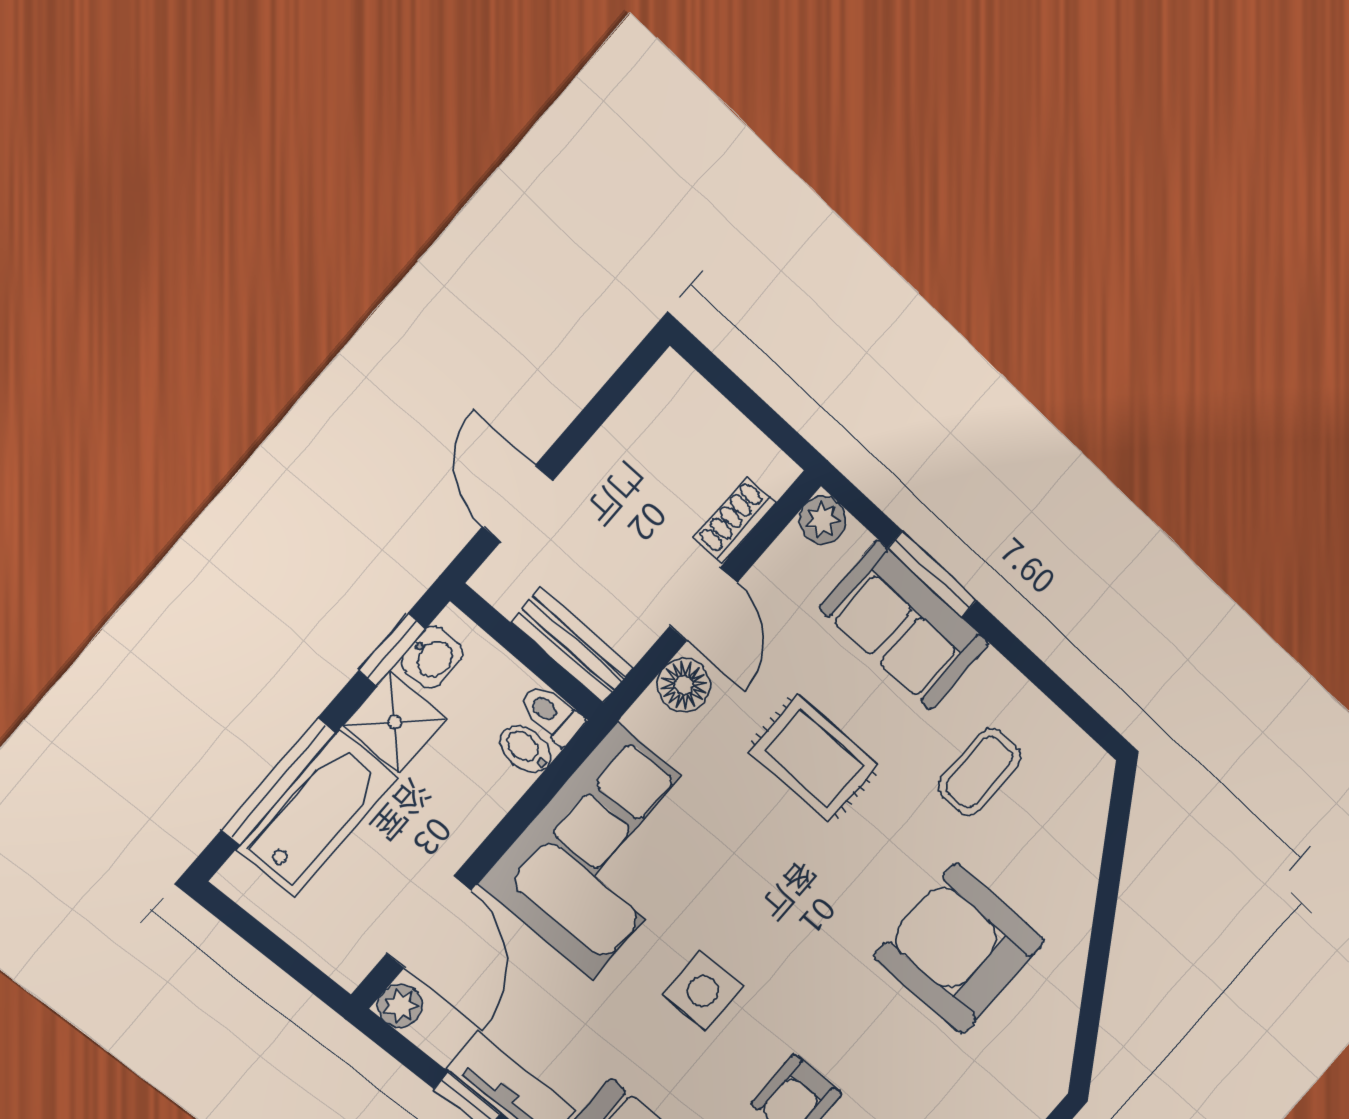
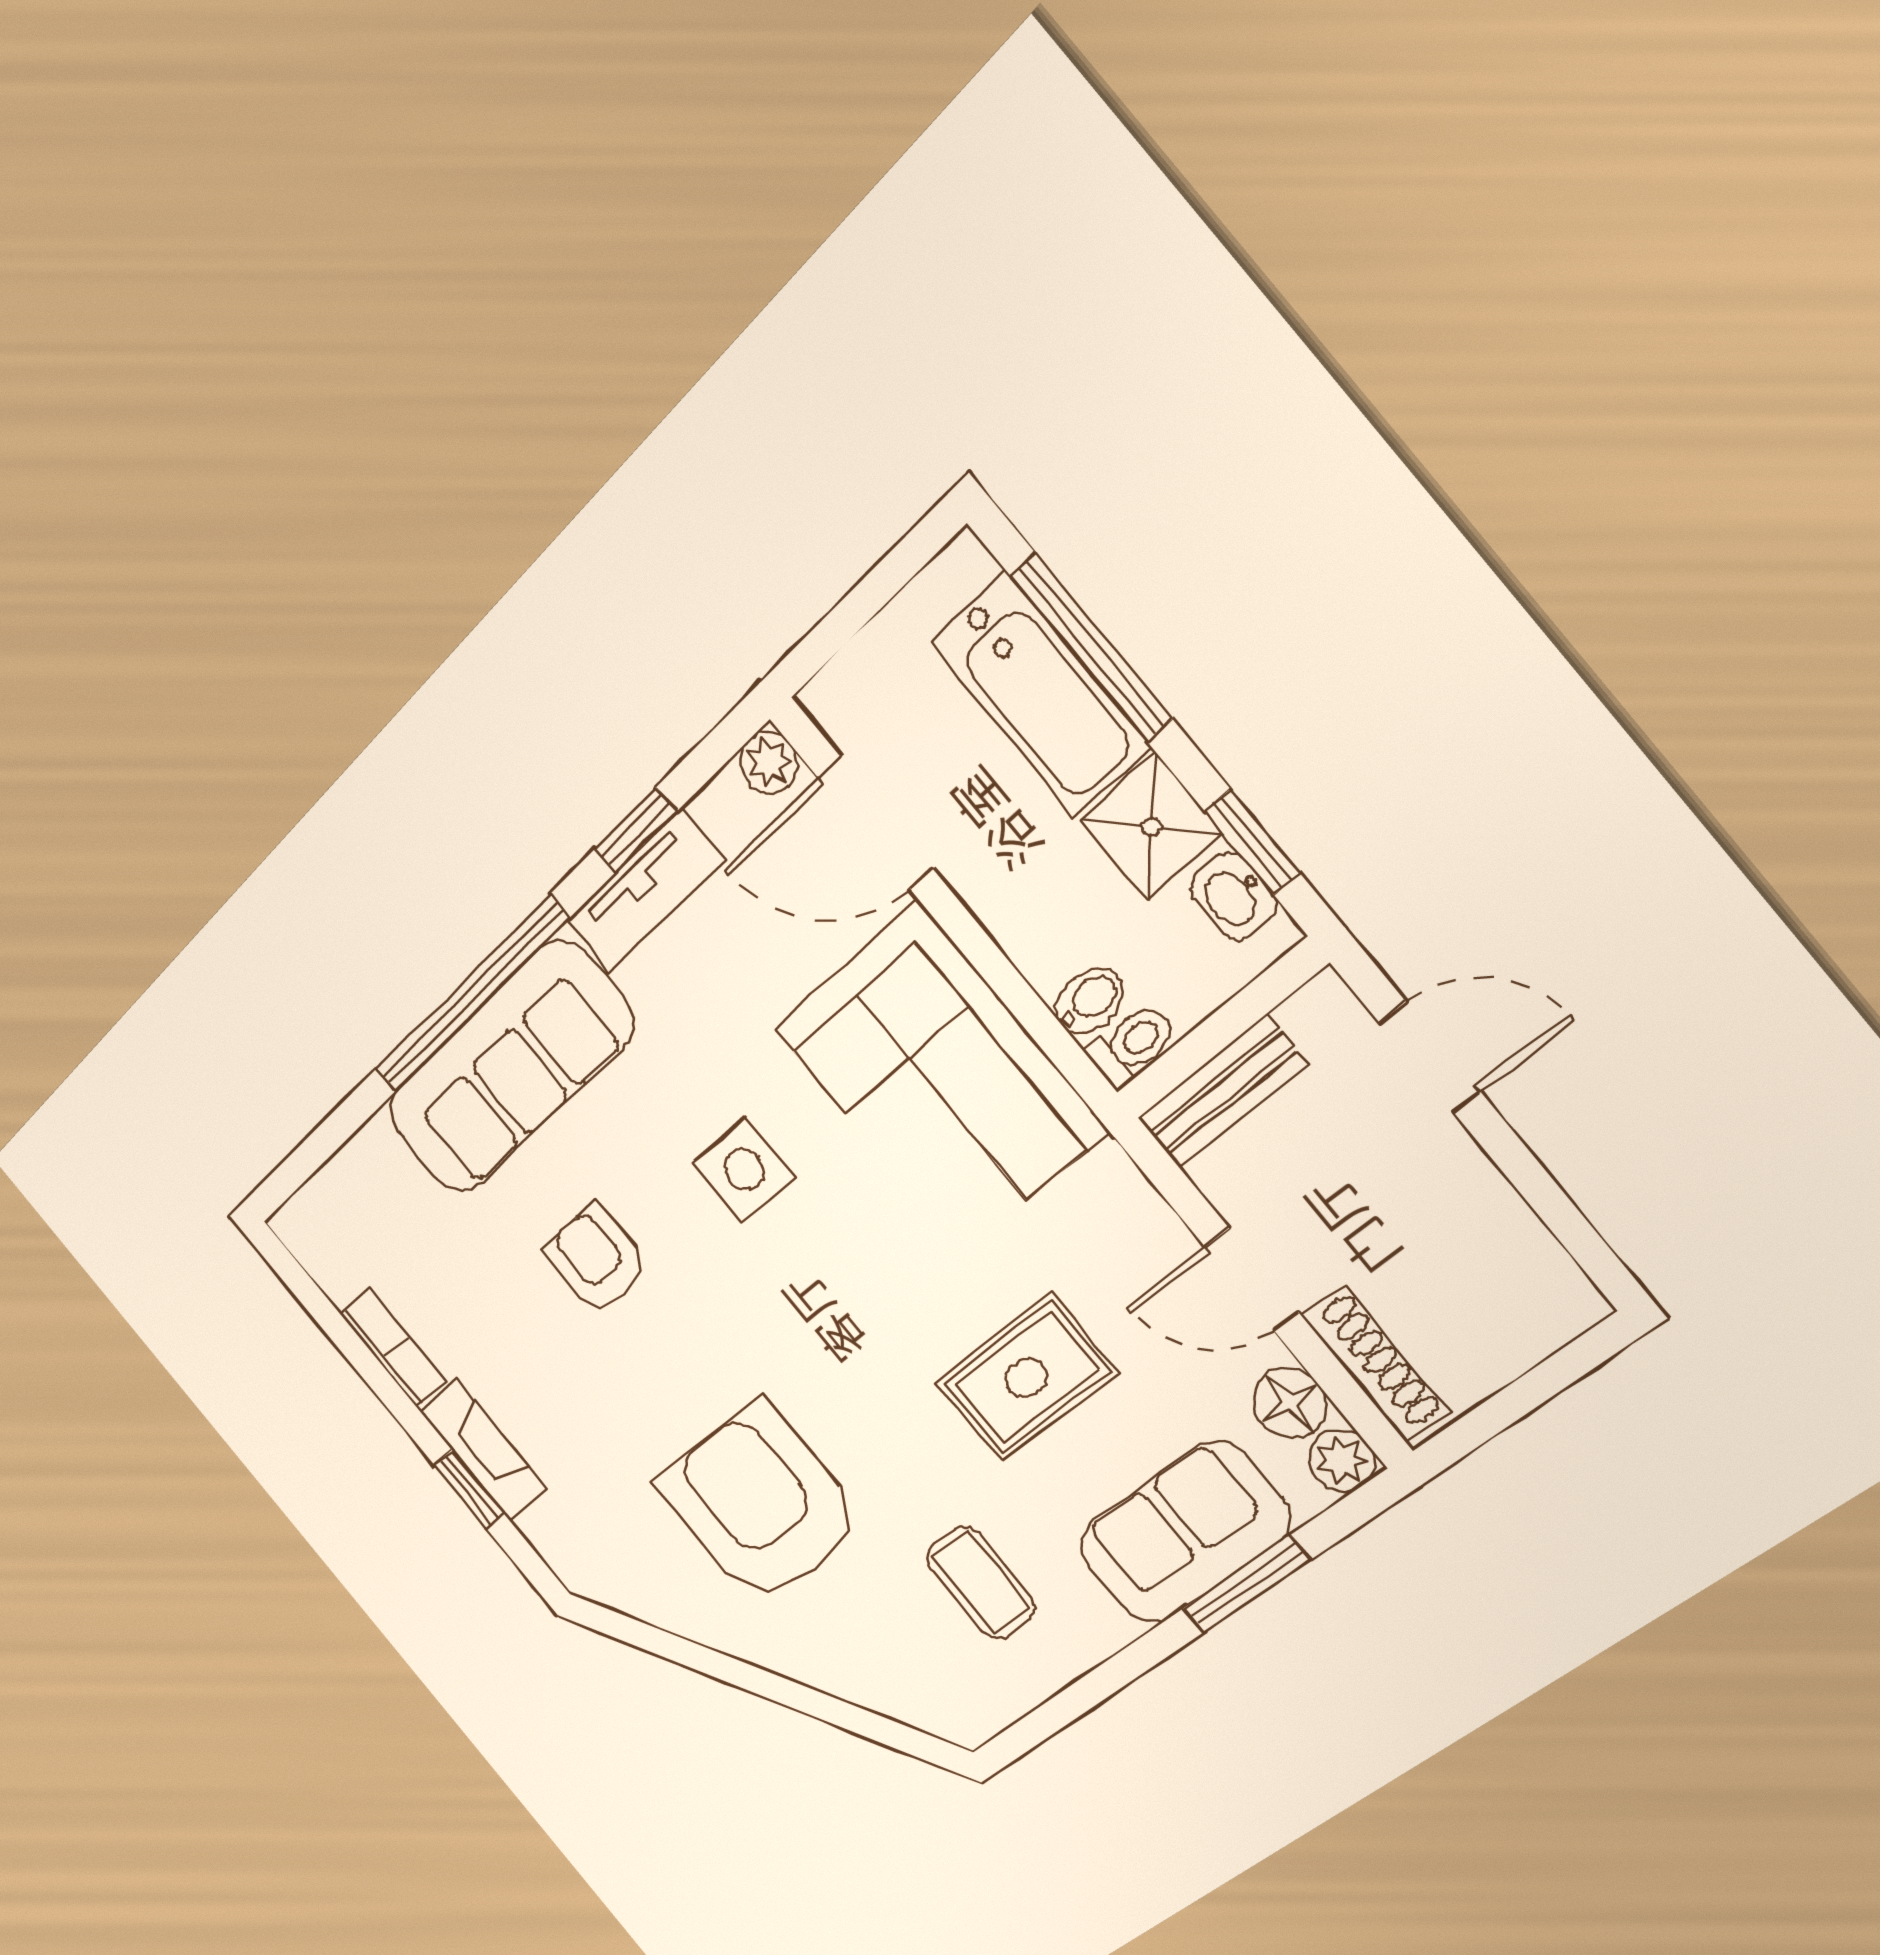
shoe rack: (735, 520) -> (1375, 1364), width x1.43
floor lamp: (684, 685) -> (1289, 1404), moved
armchair: (959, 949) -> (761, 1504), turned -90

